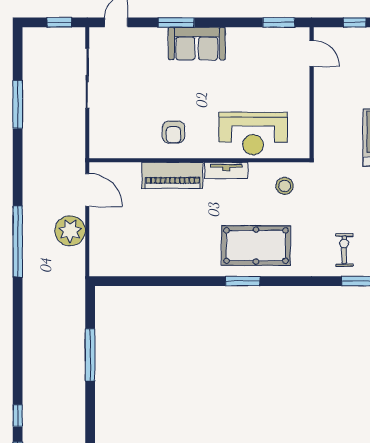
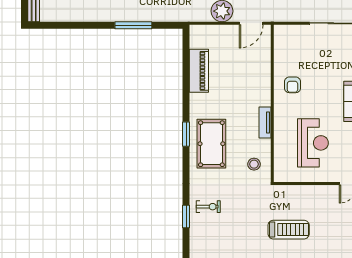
armchair: (174, 132) -> (292, 85), turned -90
reception desk: (253, 134) -> (313, 143), moved, turned 180
piano: (173, 175) -> (199, 71), moved, turned 180

